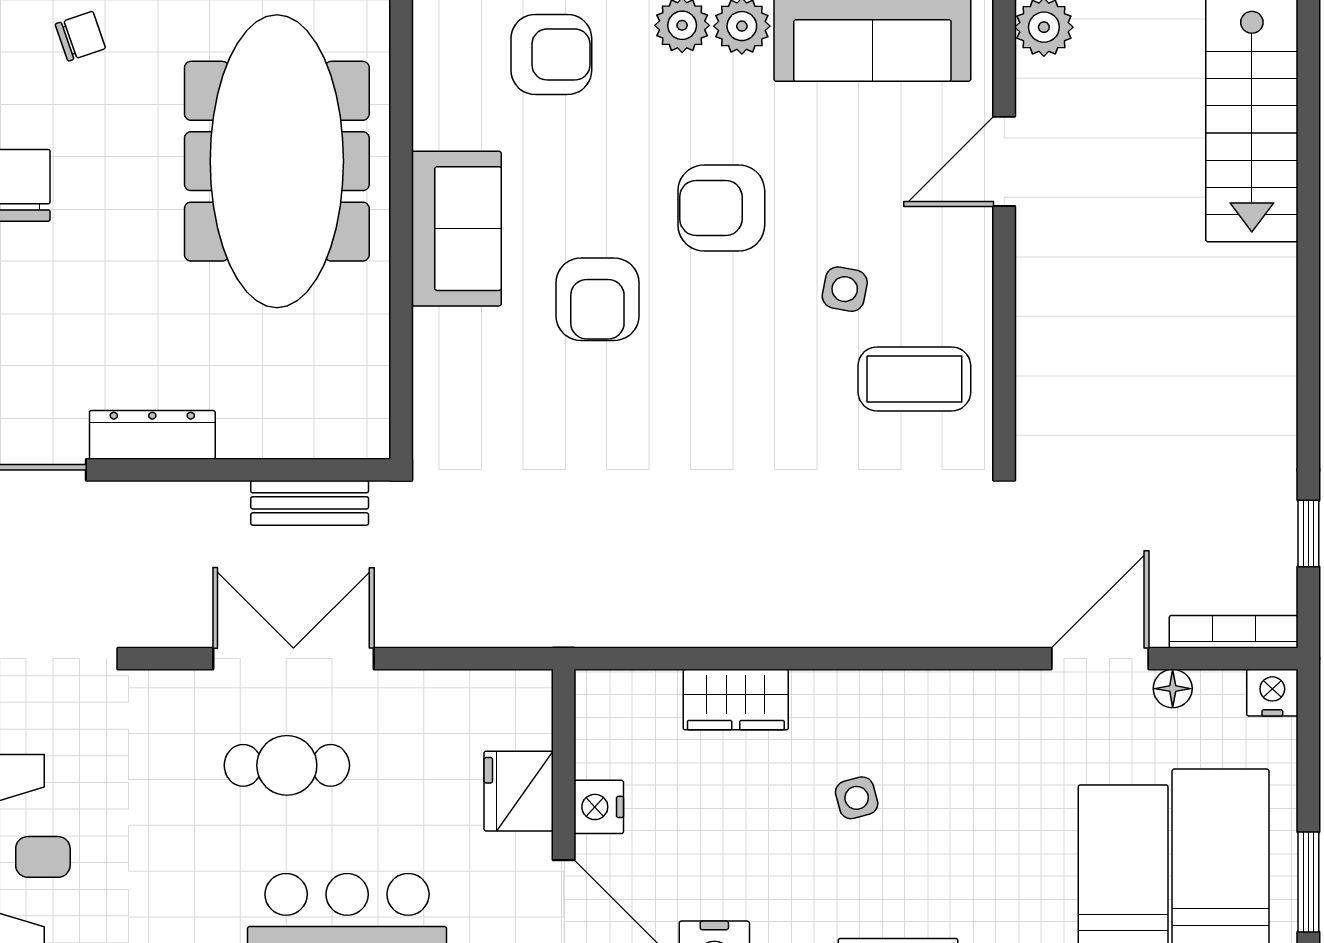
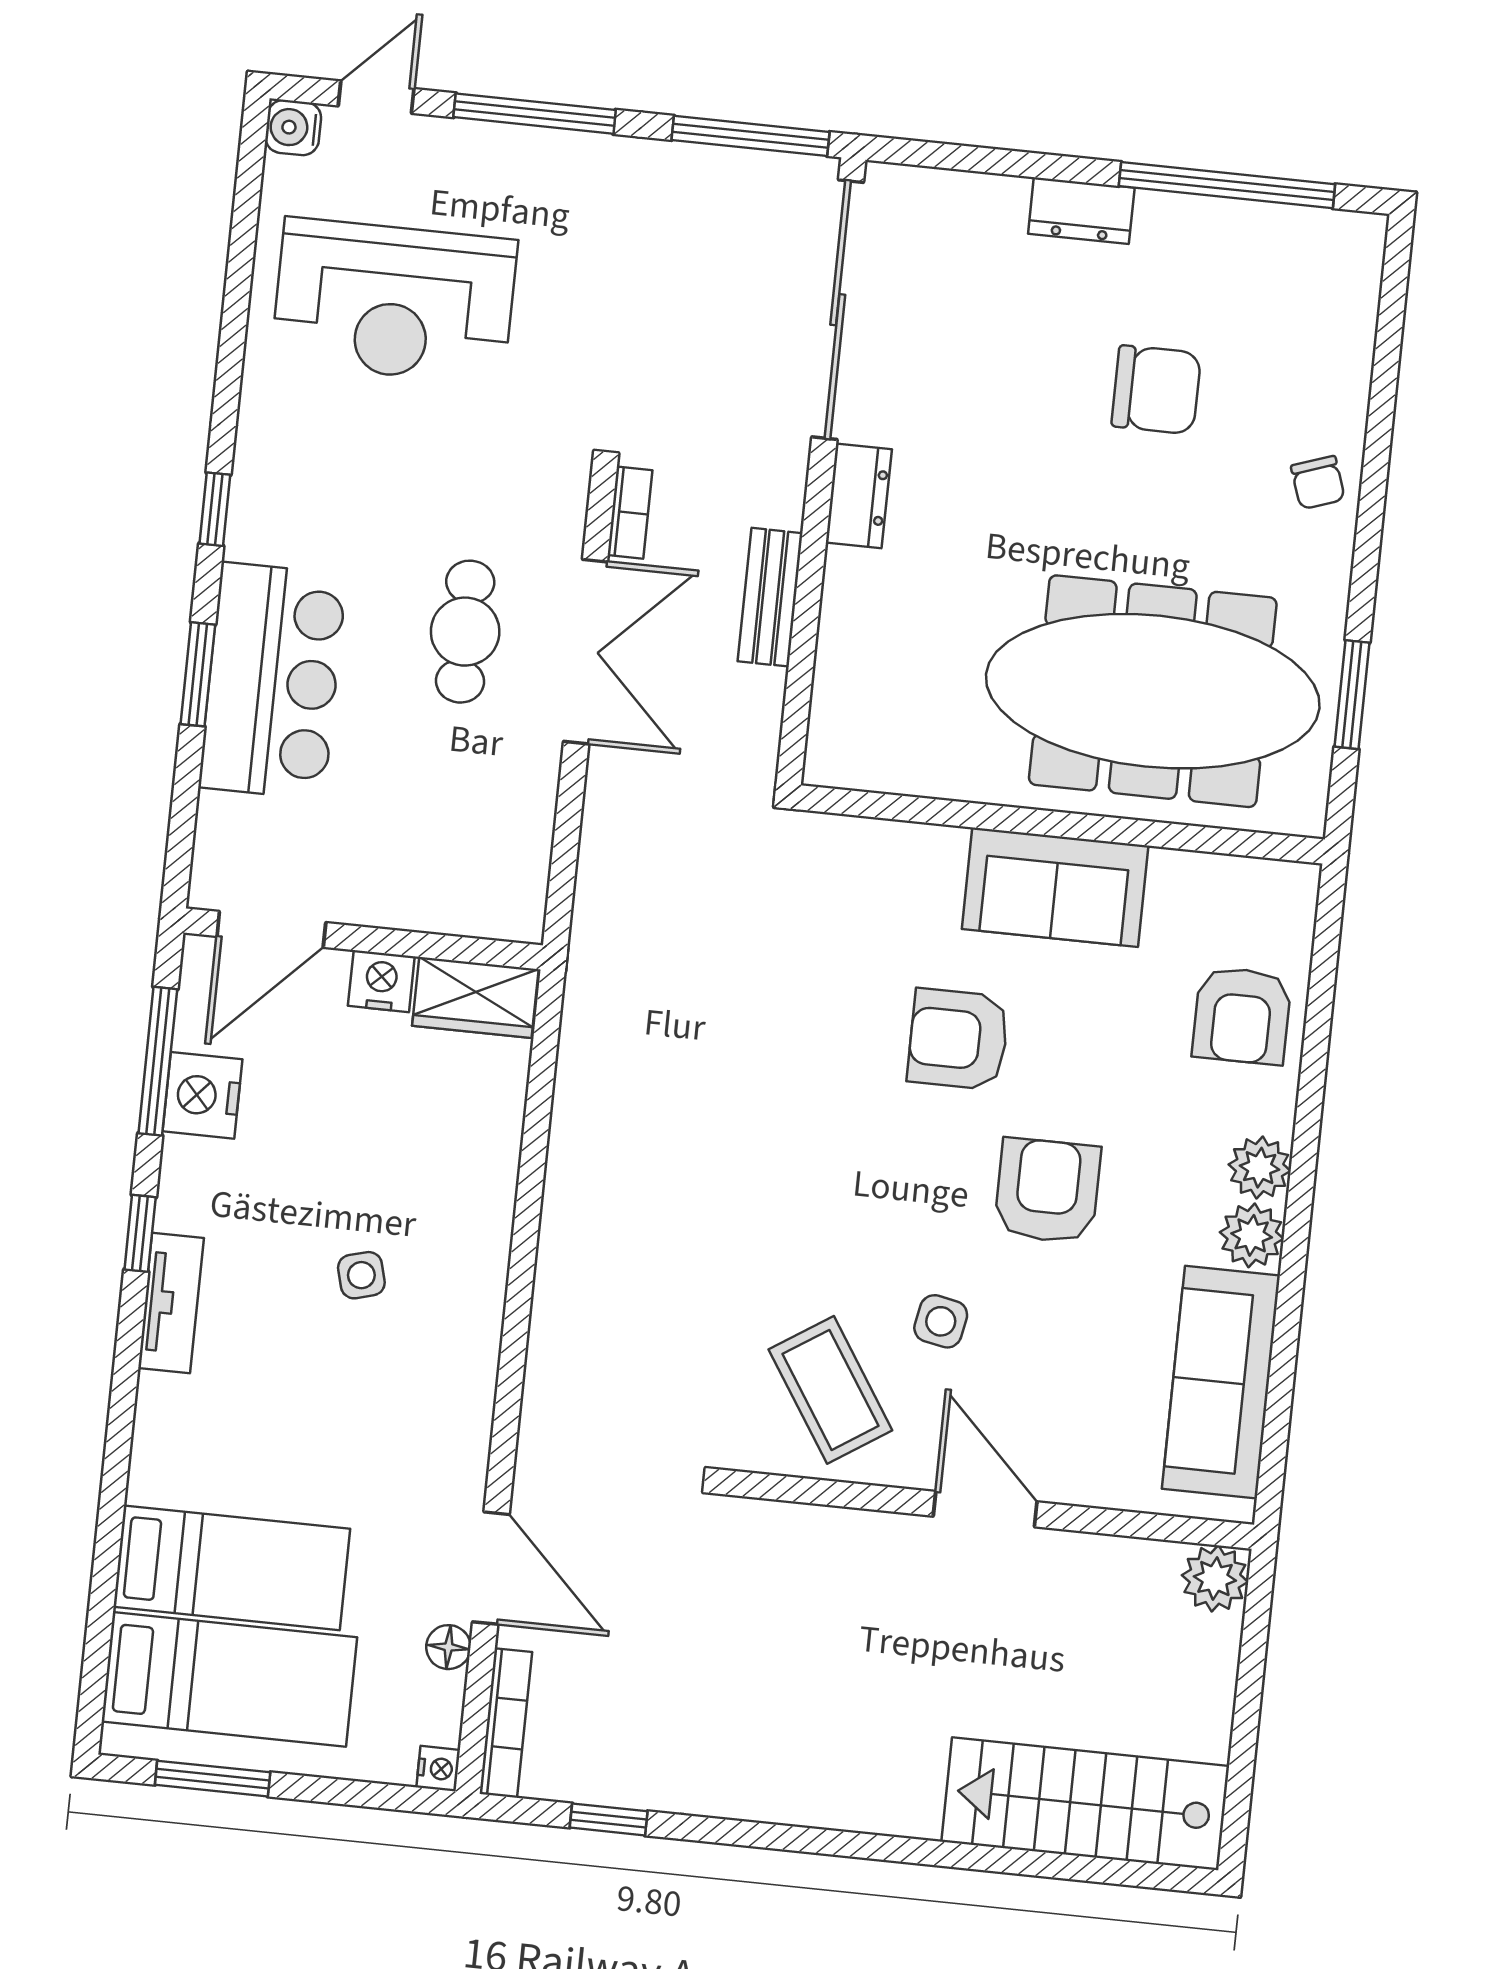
door: (1004, 161) -> (985, 1509), moved
coffee table: (914, 379) -> (830, 1390), turned -33
dresser: (152, 435) -> (859, 496), width x0.70
bench: (310, 503) -> (770, 597), moved
bookcase: (168, 633) -> (630, 513), added
nightstand: (1272, 693) -> (438, 1769), width x0.72, depth x0.74
wardrobe: (736, 700) -> (475, 998), moved, turned -90
fridge: (519, 791) -> (409, 892), removed

